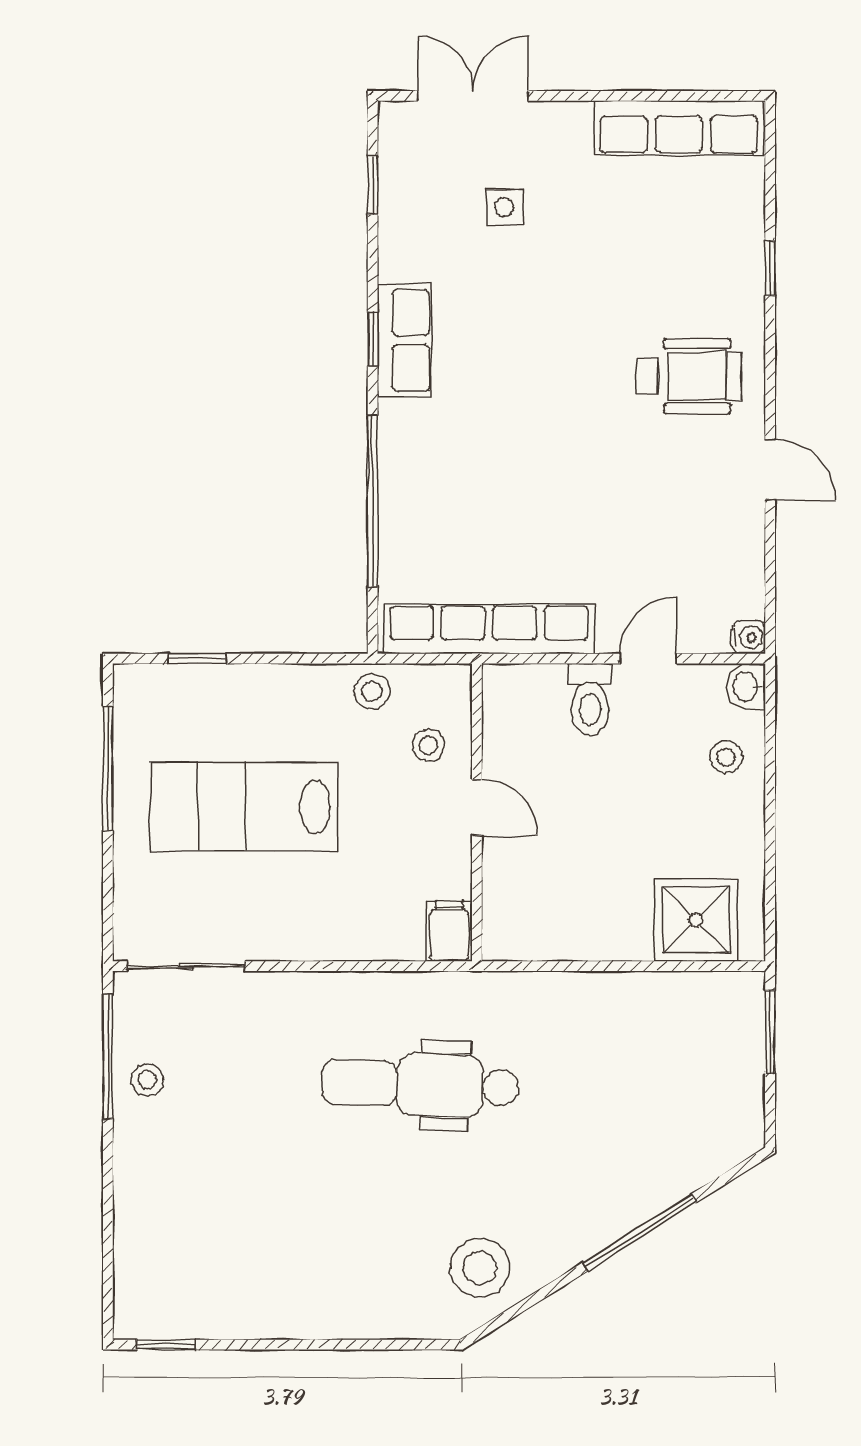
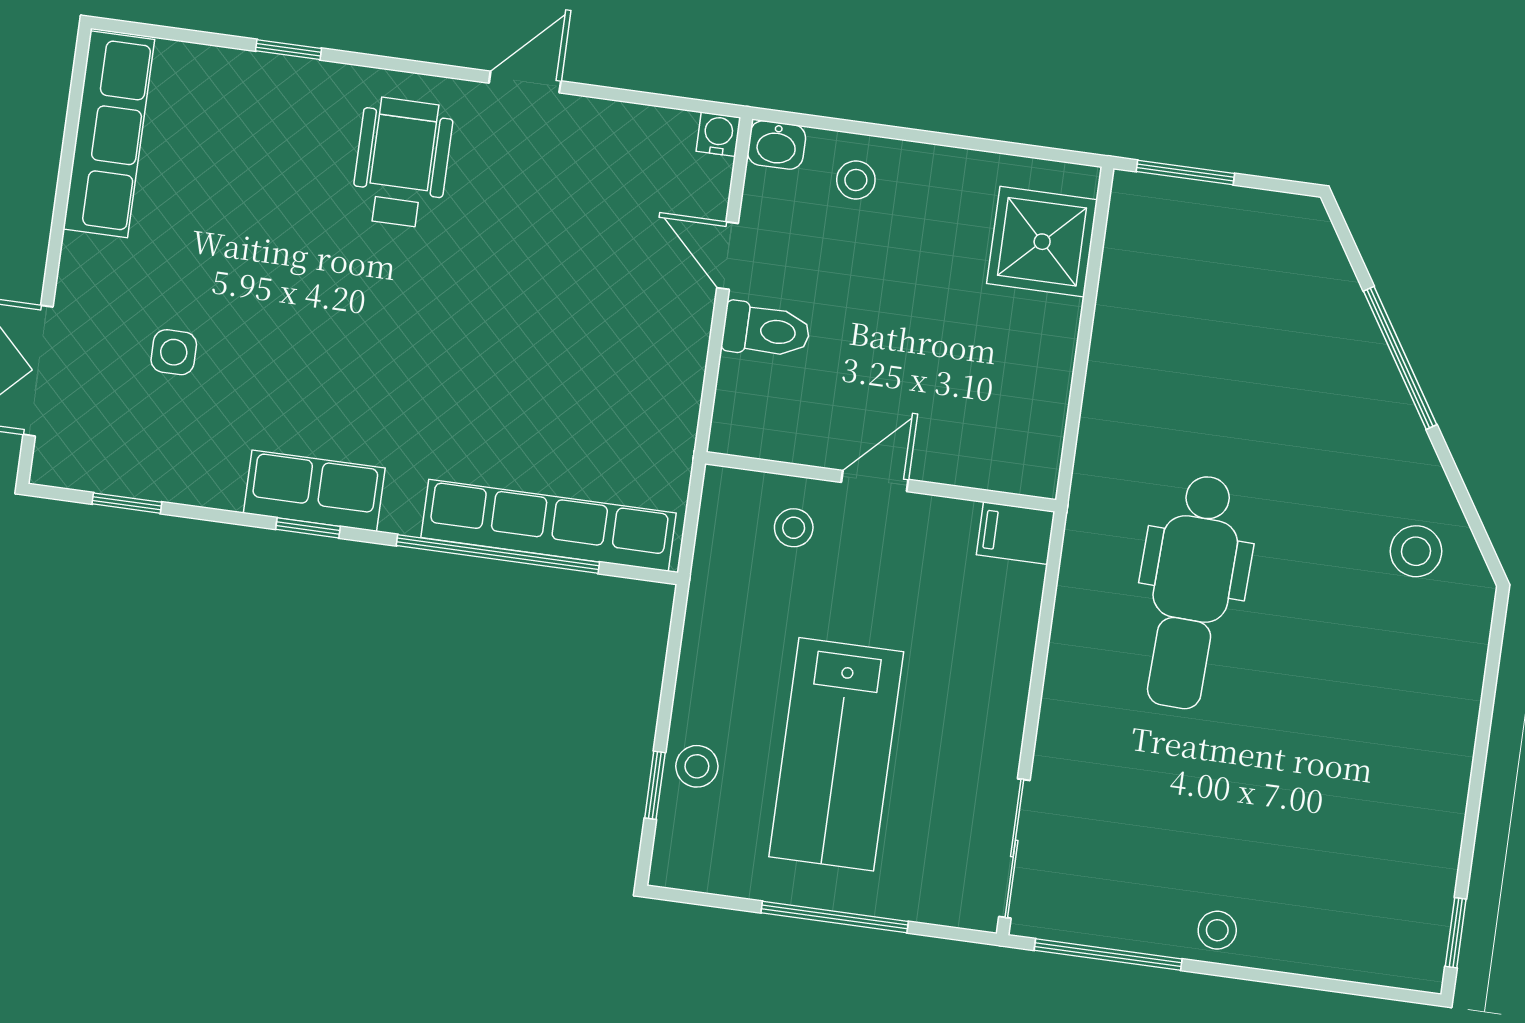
row of seats: (489, 629) -> (548, 525), moved, turned 90
stool: (372, 691) -> (697, 766), moved
window: (108, 769) -> (835, 917), moved
stool: (147, 1080) -> (1217, 930), moved
stool: (480, 1268) -> (1416, 551), width x0.73, depth x0.73

